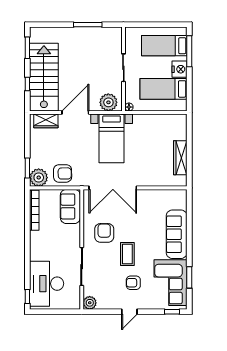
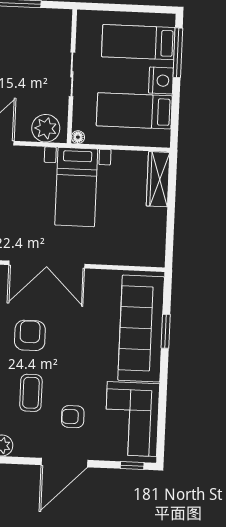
bed with nightstands: (112, 138) -> (76, 187), moved
wardrobe: (180, 158) -> (158, 179), moved
sofa: (177, 234) -> (141, 328), width x1.36, depth x1.27
coffee table: (127, 254) -> (31, 393), moved
window: (189, 277) -> (166, 331), moved
door: (129, 312) -> (64, 463), width x1.88

